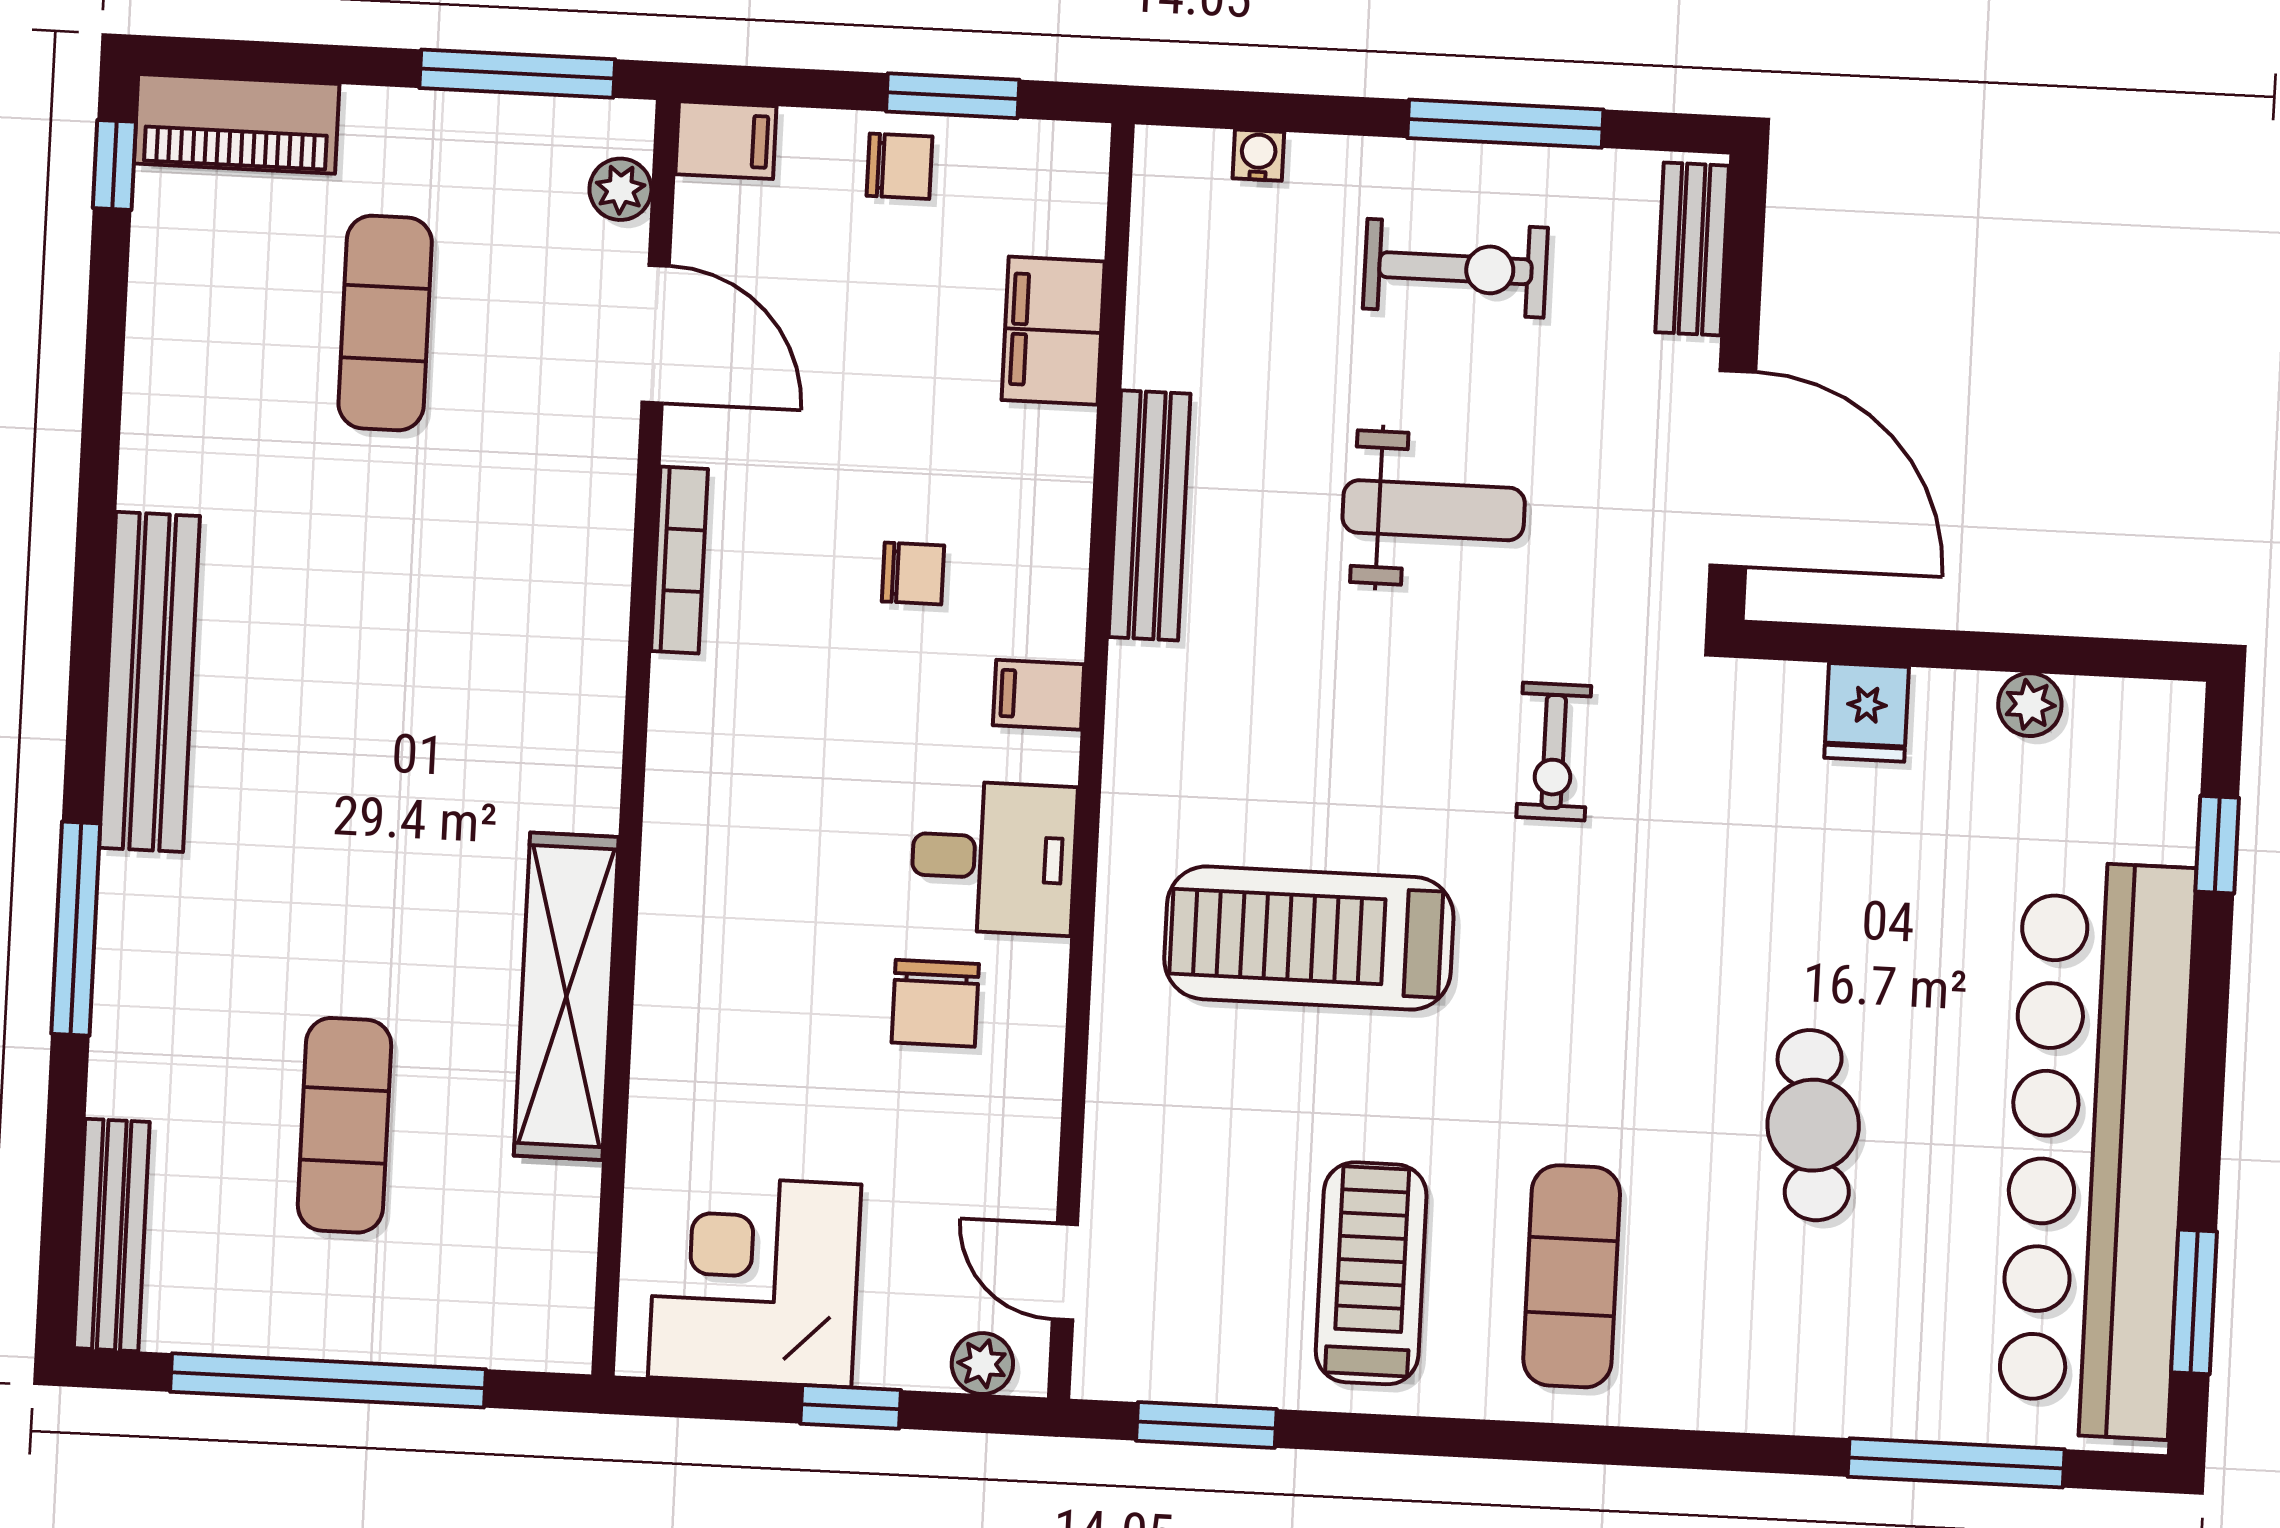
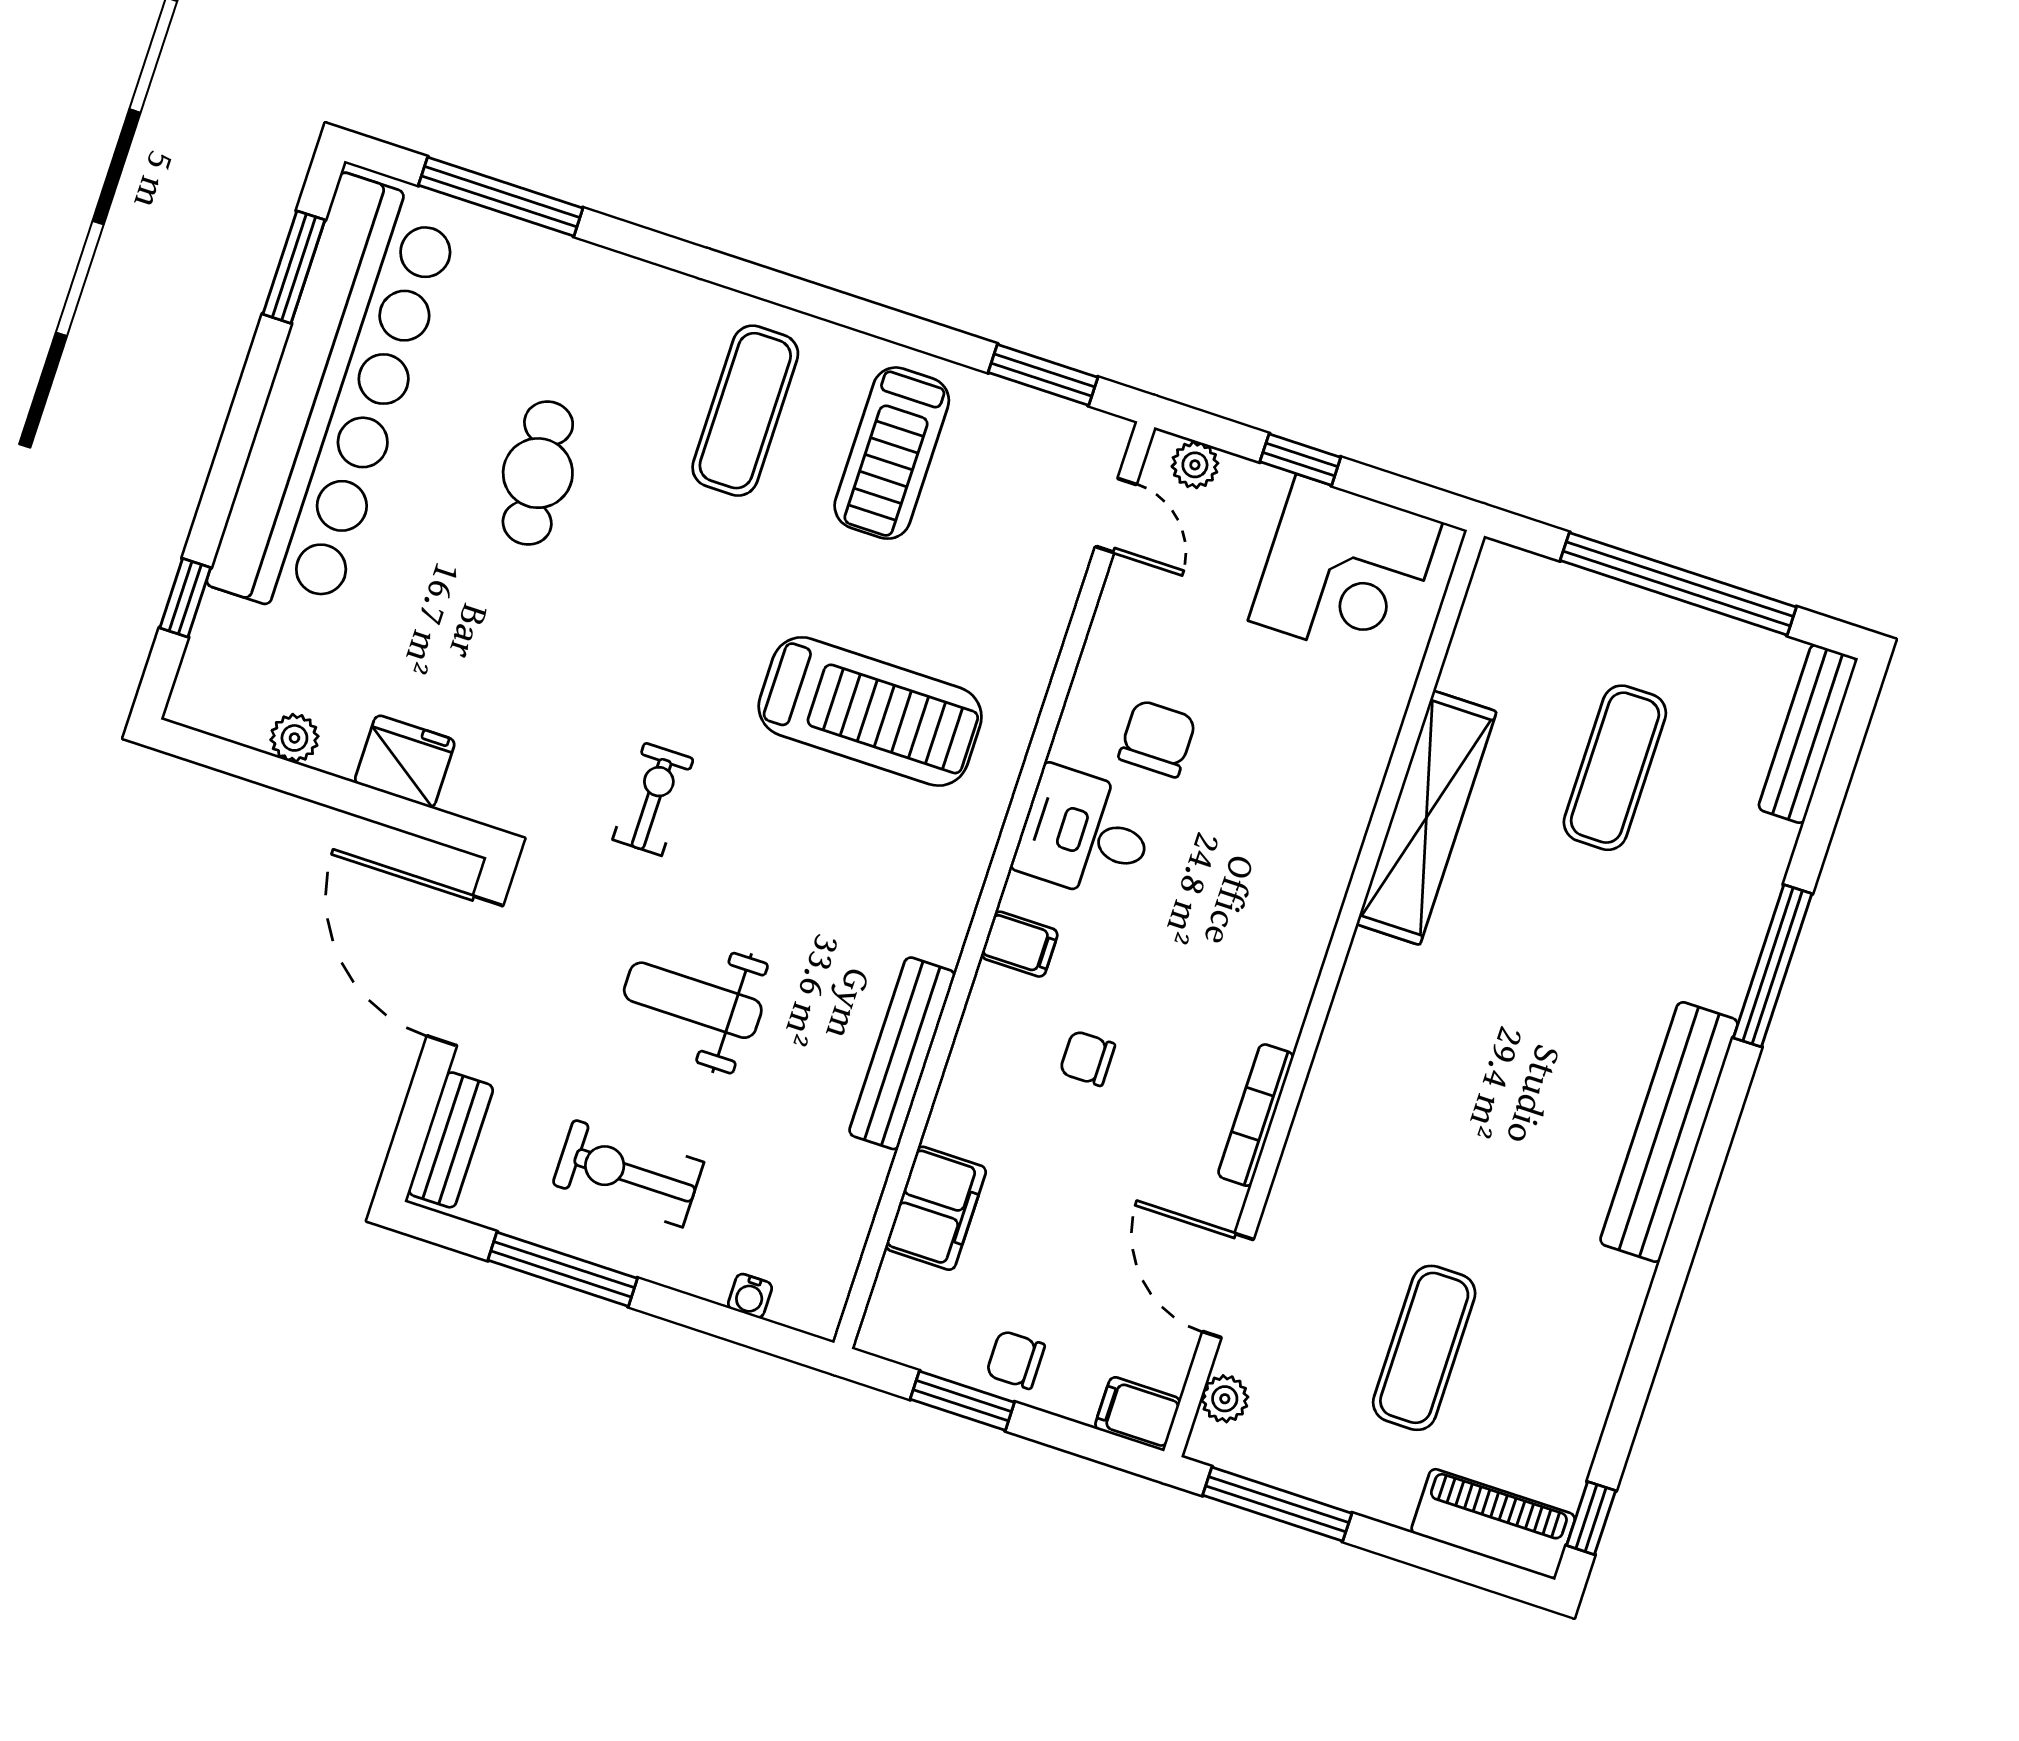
fridge: (1867, 712) -> (405, 761), width x1.38

